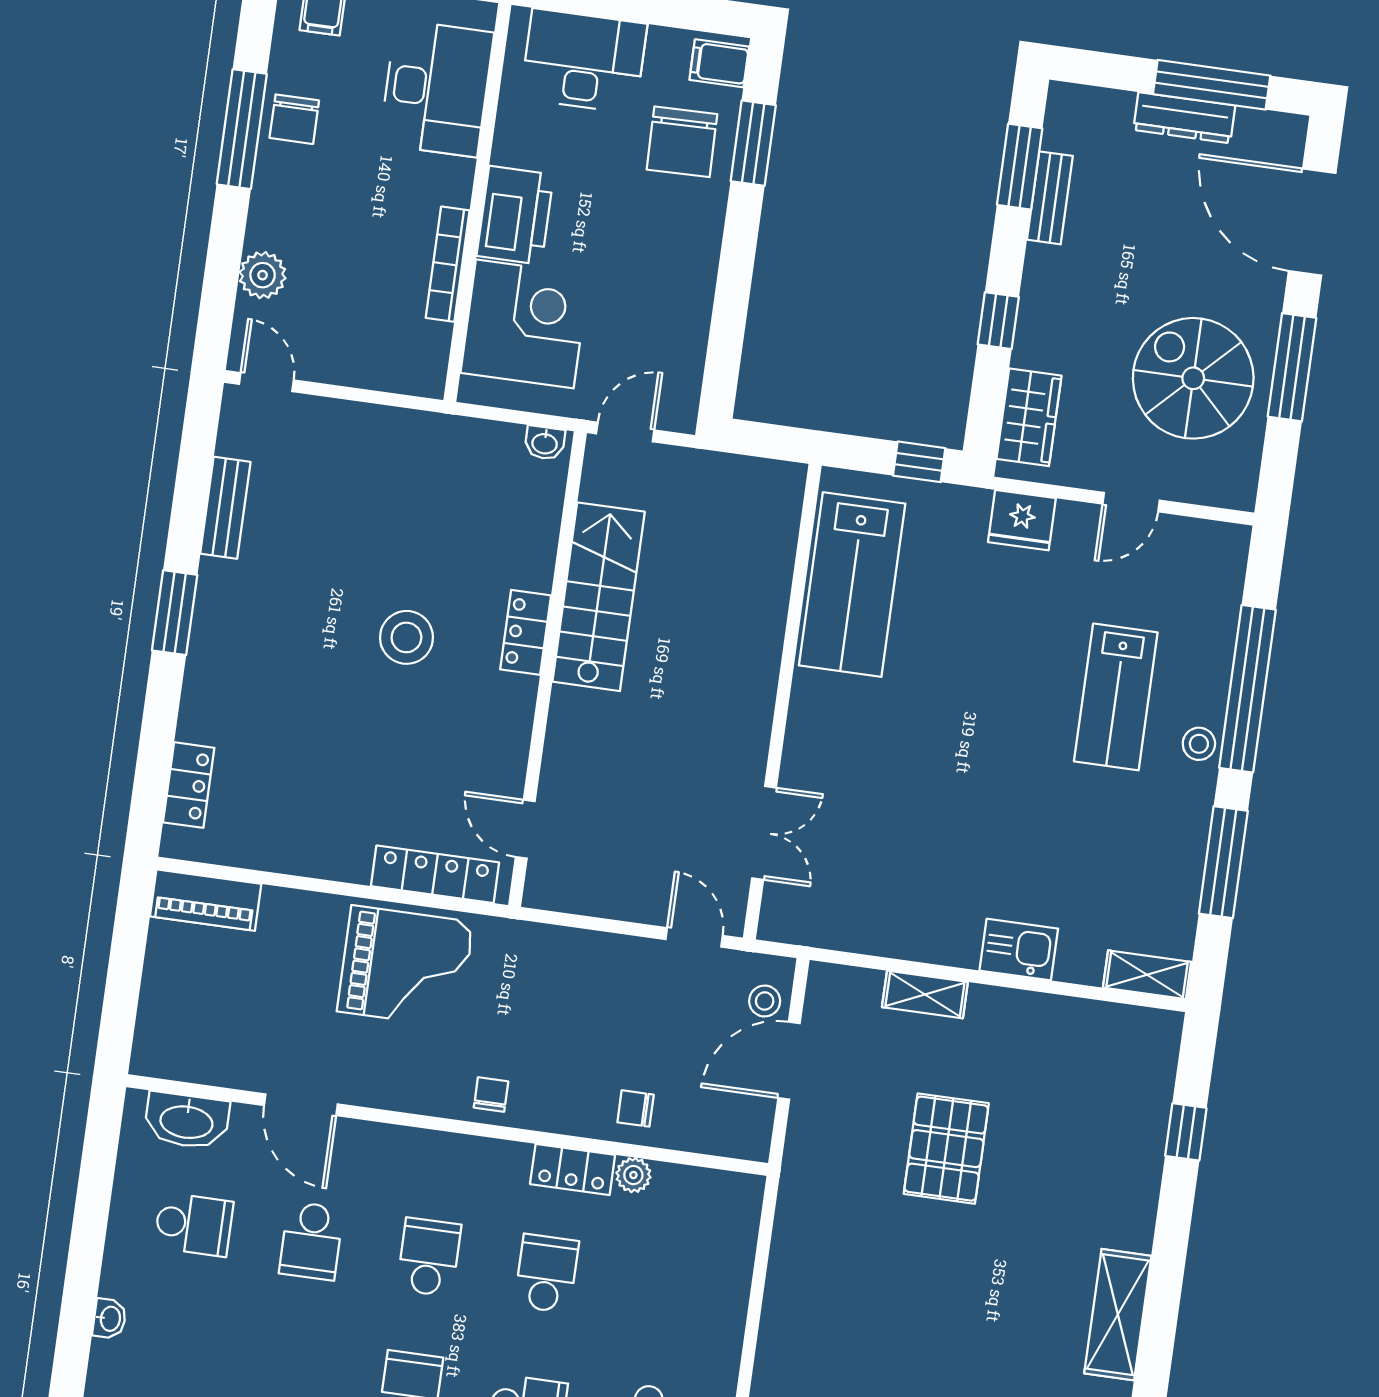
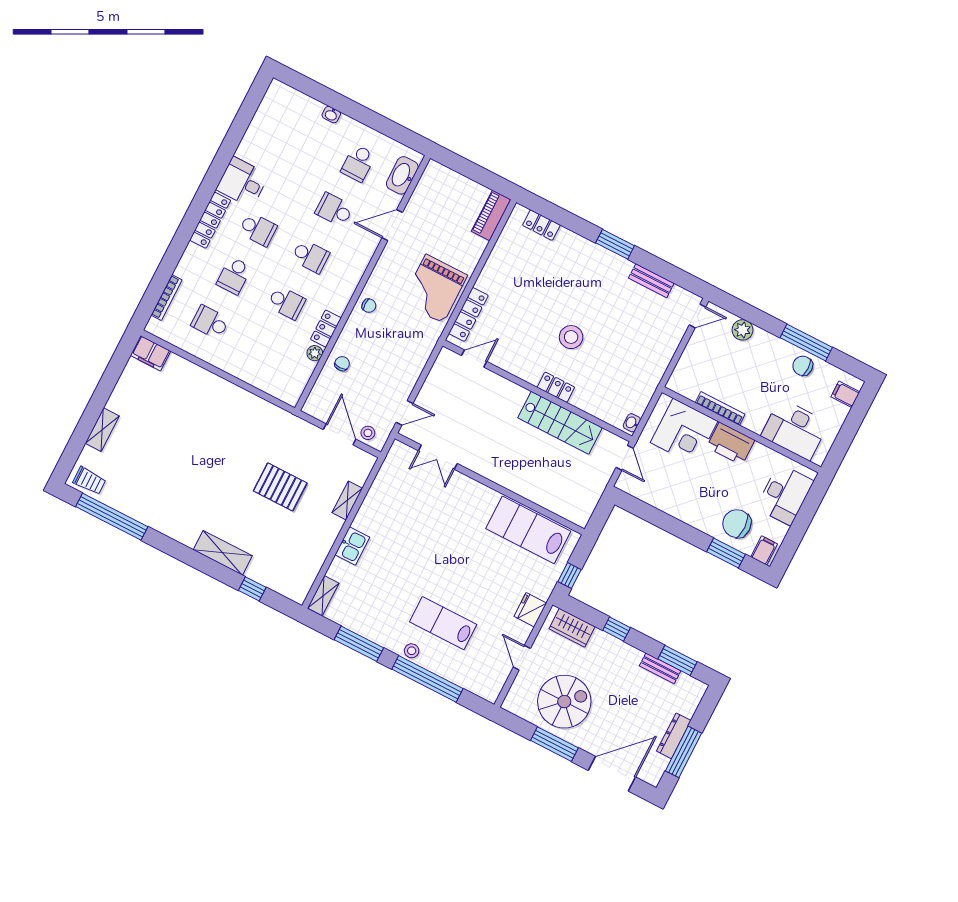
shelving: (1118, 1315) -> (223, 553), moved

